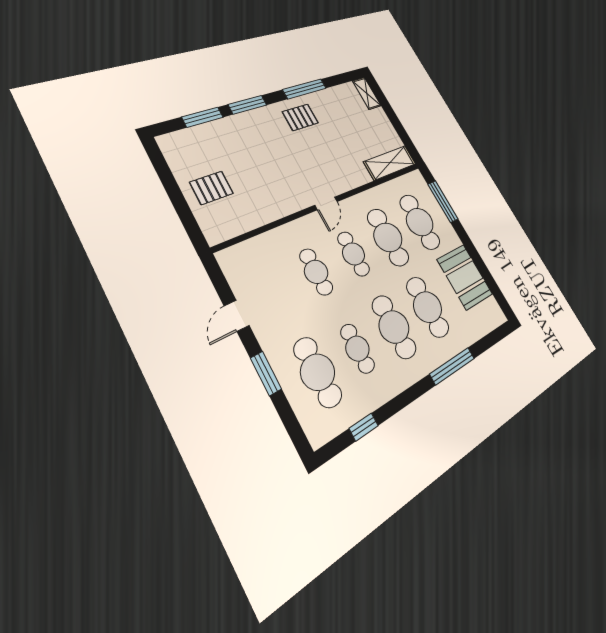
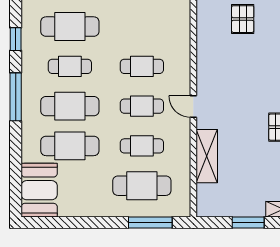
window: (394, 119) -> (248, 223), added
shelving: (390, 163) -> (207, 156), moved
cafe table: (388, 237) -> (142, 146), width x0.73, depth x0.74
booth: (465, 277) -> (39, 190), moved, turned 90
window: (452, 366) -> (16, 97), moved

